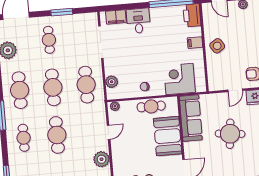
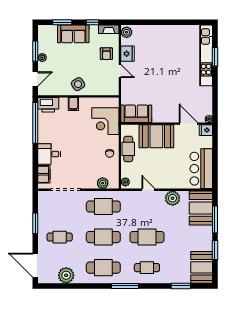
sofa: (191, 118) -> (136, 114), width x0.73
round table: (230, 134) -> (159, 79), removed

